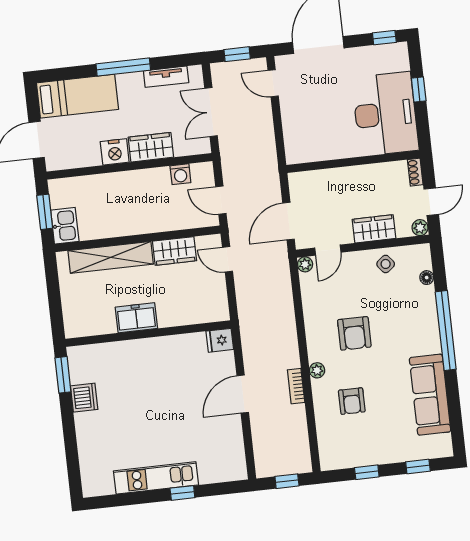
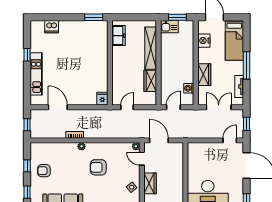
nightstand: (115, 152) -> (204, 41), moved
door: (228, 259) -> (127, 107), moved
freezer: (136, 318) -> (118, 36), moved
door: (243, 394) -> (58, 107), moved
dishwasher: (84, 398) -> (52, 27), moved
armchair: (352, 401) -> (44, 171), moved
kitchen unit: (156, 478) -> (36, 74), moved
window: (182, 493) -> (27, 55), moved

